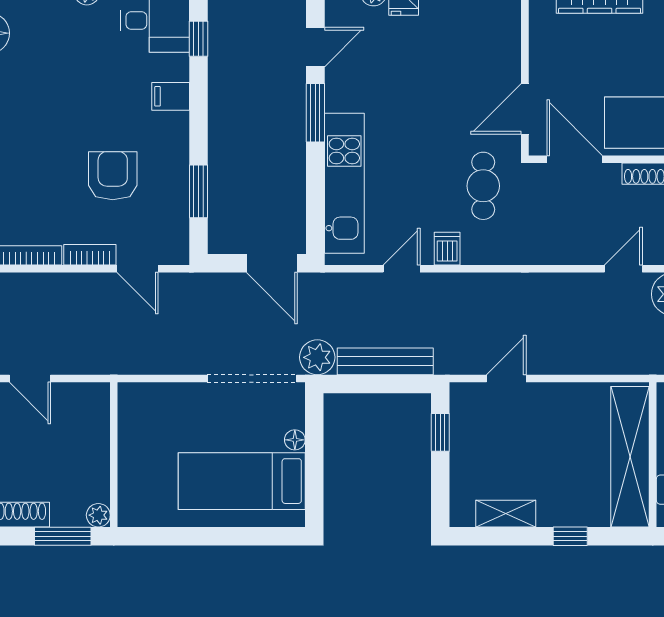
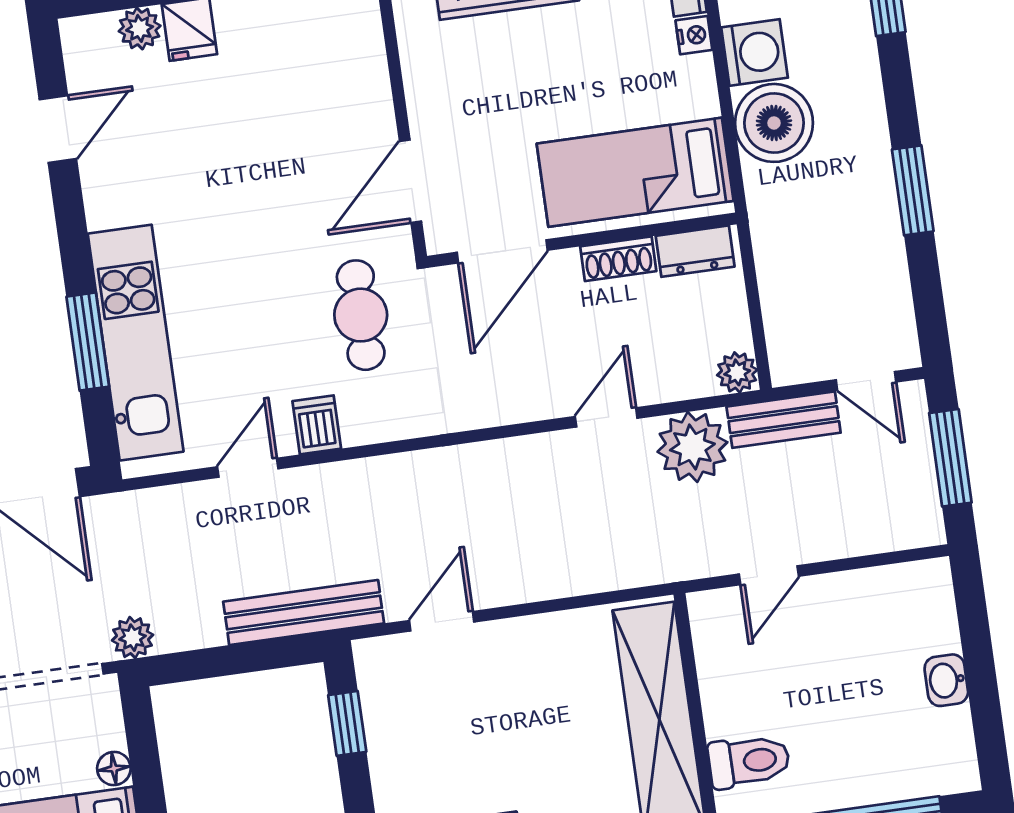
window: (315, 113) -> (88, 342), moved
door: (575, 159) -> (502, 251), swing flipped
plant: (317, 357) -> (133, 638), width x0.73, depth x0.73
bench: (385, 361) -> (304, 612), moved

